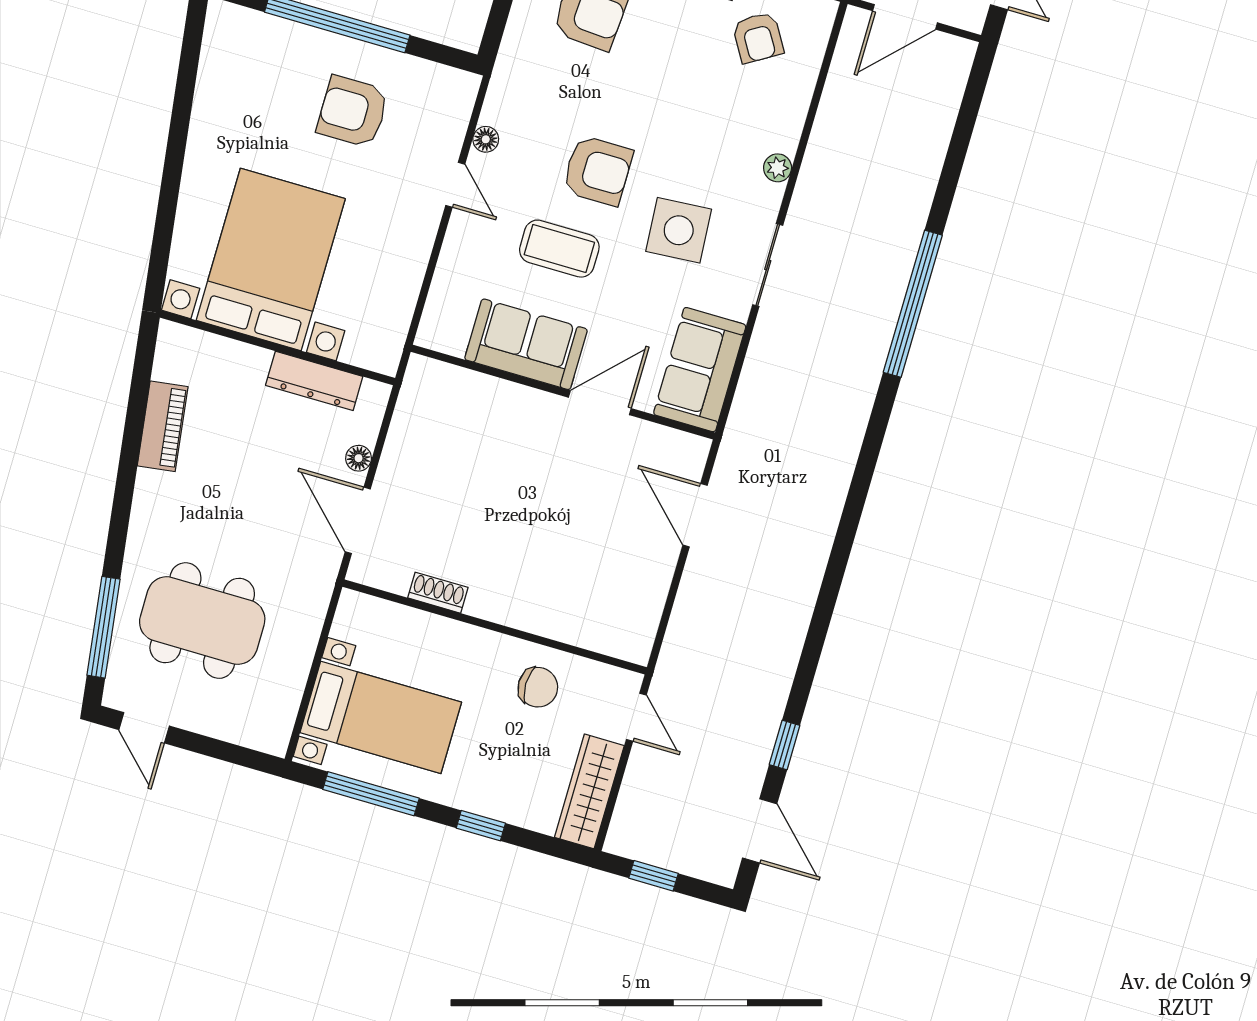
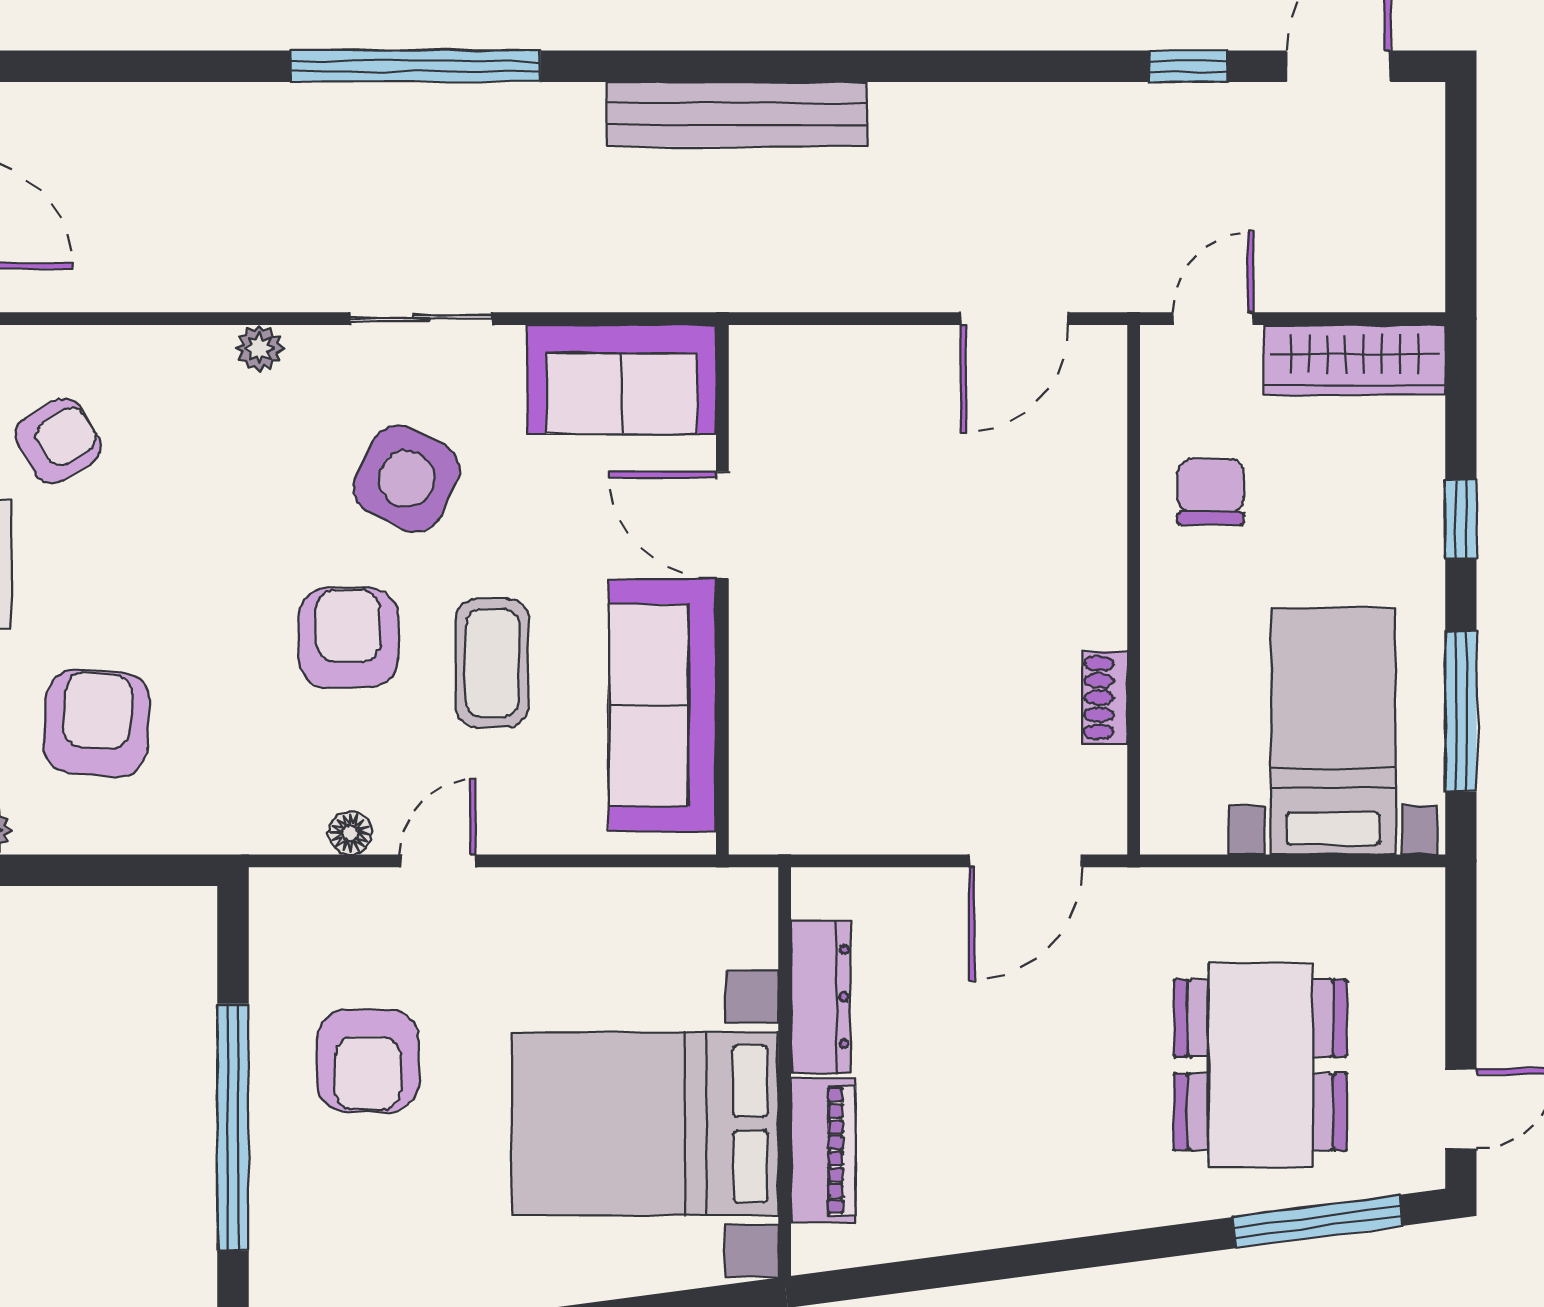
side table: (679, 230) -> (407, 479), turned 30
sofa: (526, 344) -> (662, 705), width x1.36
piano: (163, 426) -> (823, 1151), moved, turned 98
floor lamp: (359, 458) -> (925, 889), removed
bench: (832, 479) -> (737, 114), added
door: (695, 515) -> (1014, 319), moved
window: (653, 876) -> (1461, 217), removed

